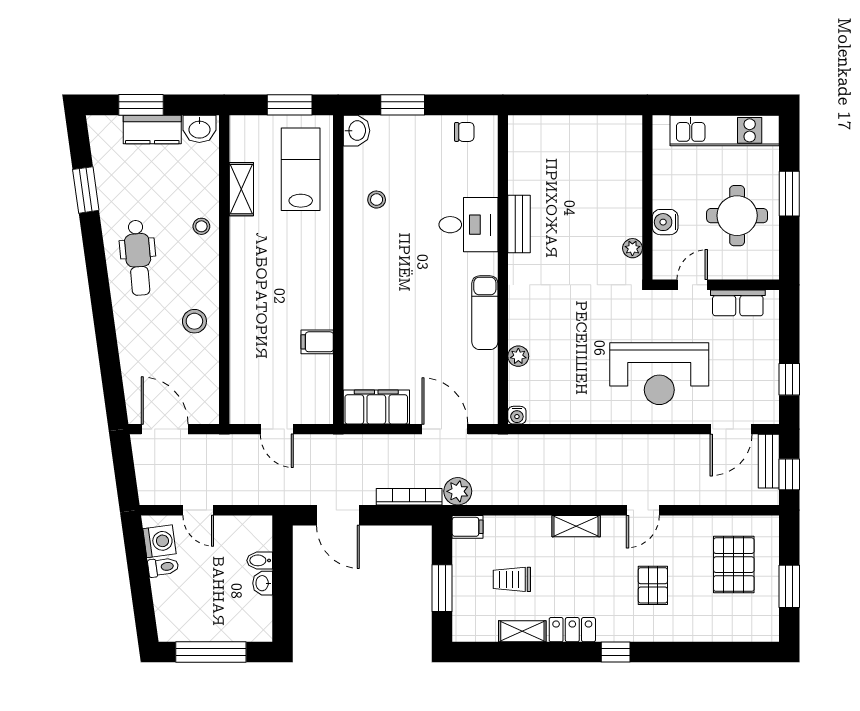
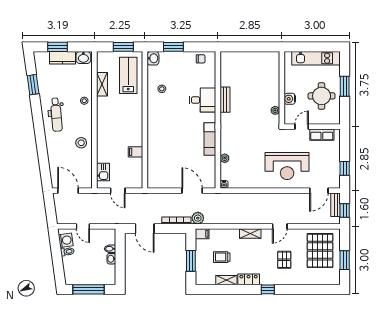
kitchen sink: (244, 387) -> (103, 172), added
filing cabinet: (376, 407) -> (162, 181), removed
pallet: (734, 565) -> (320, 251), width x1.37, depth x1.41

